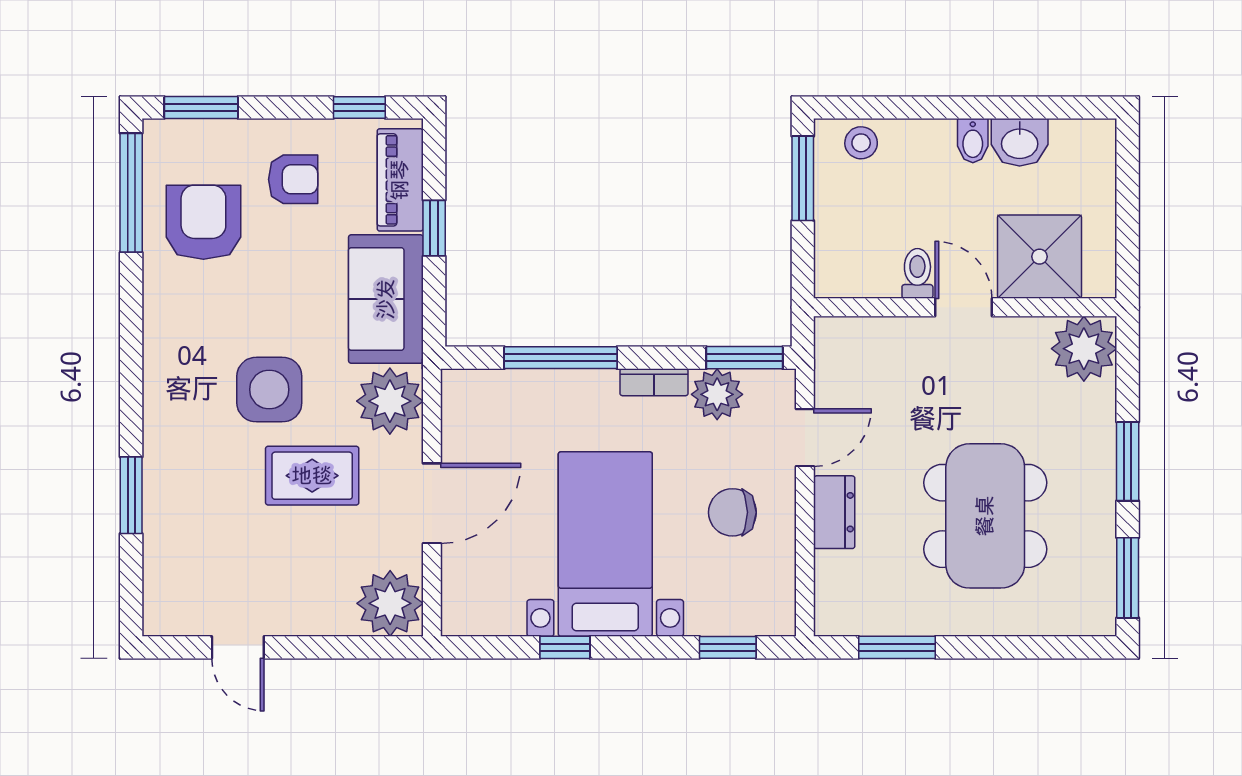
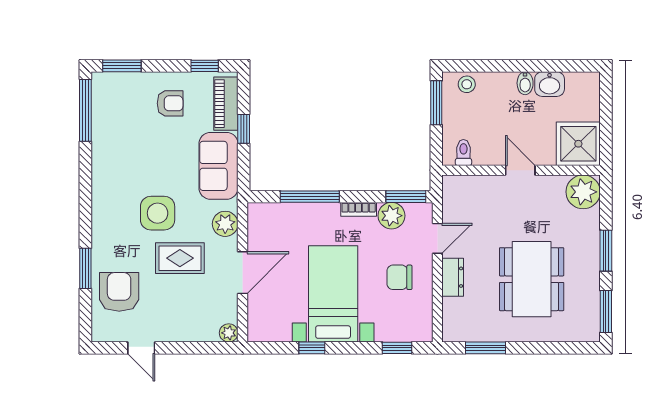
armchair: (203, 222) -> (119, 292), moved
shower: (1040, 257) -> (578, 144), moved
toilet: (917, 273) -> (463, 153), moved
plant: (390, 401) -> (225, 224), width x0.73, depth x0.73
plant: (390, 603) -> (229, 333), width x0.53, depth x0.53

